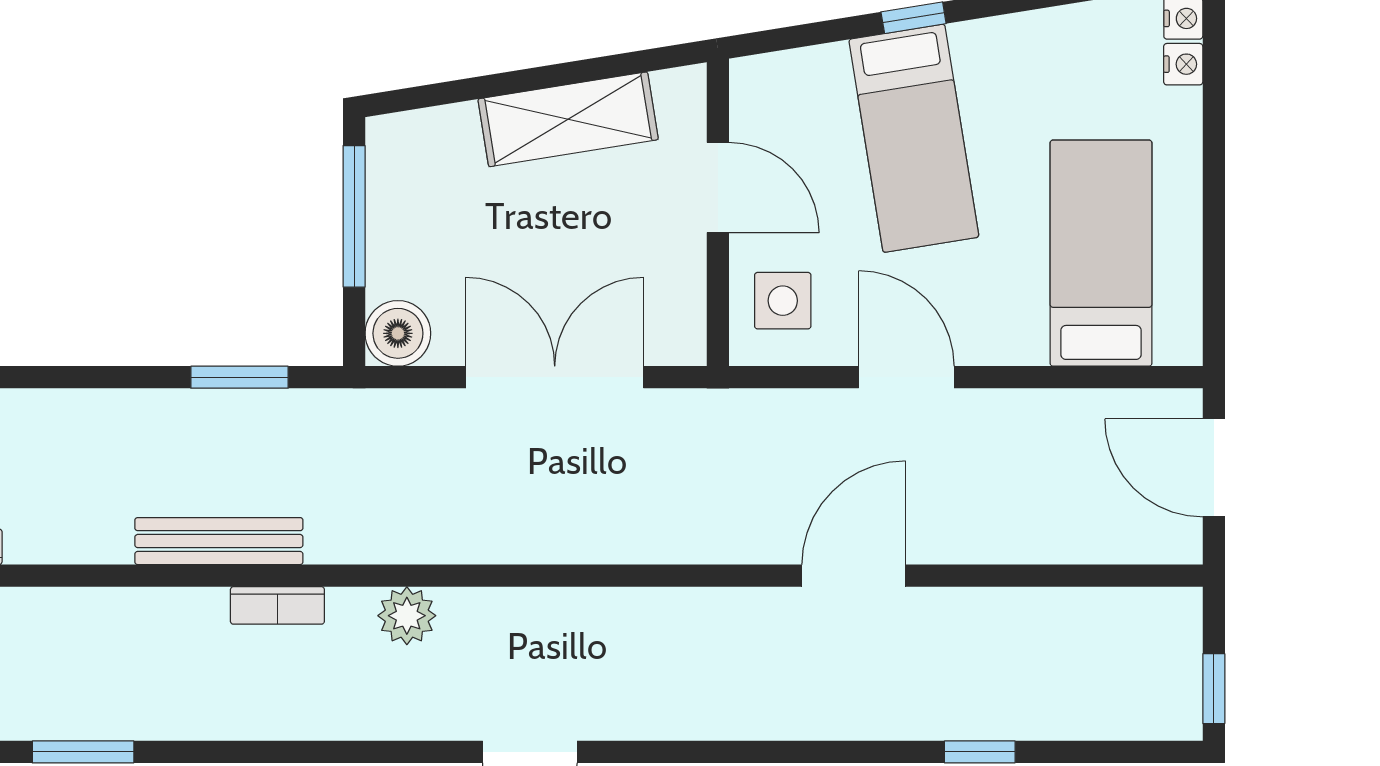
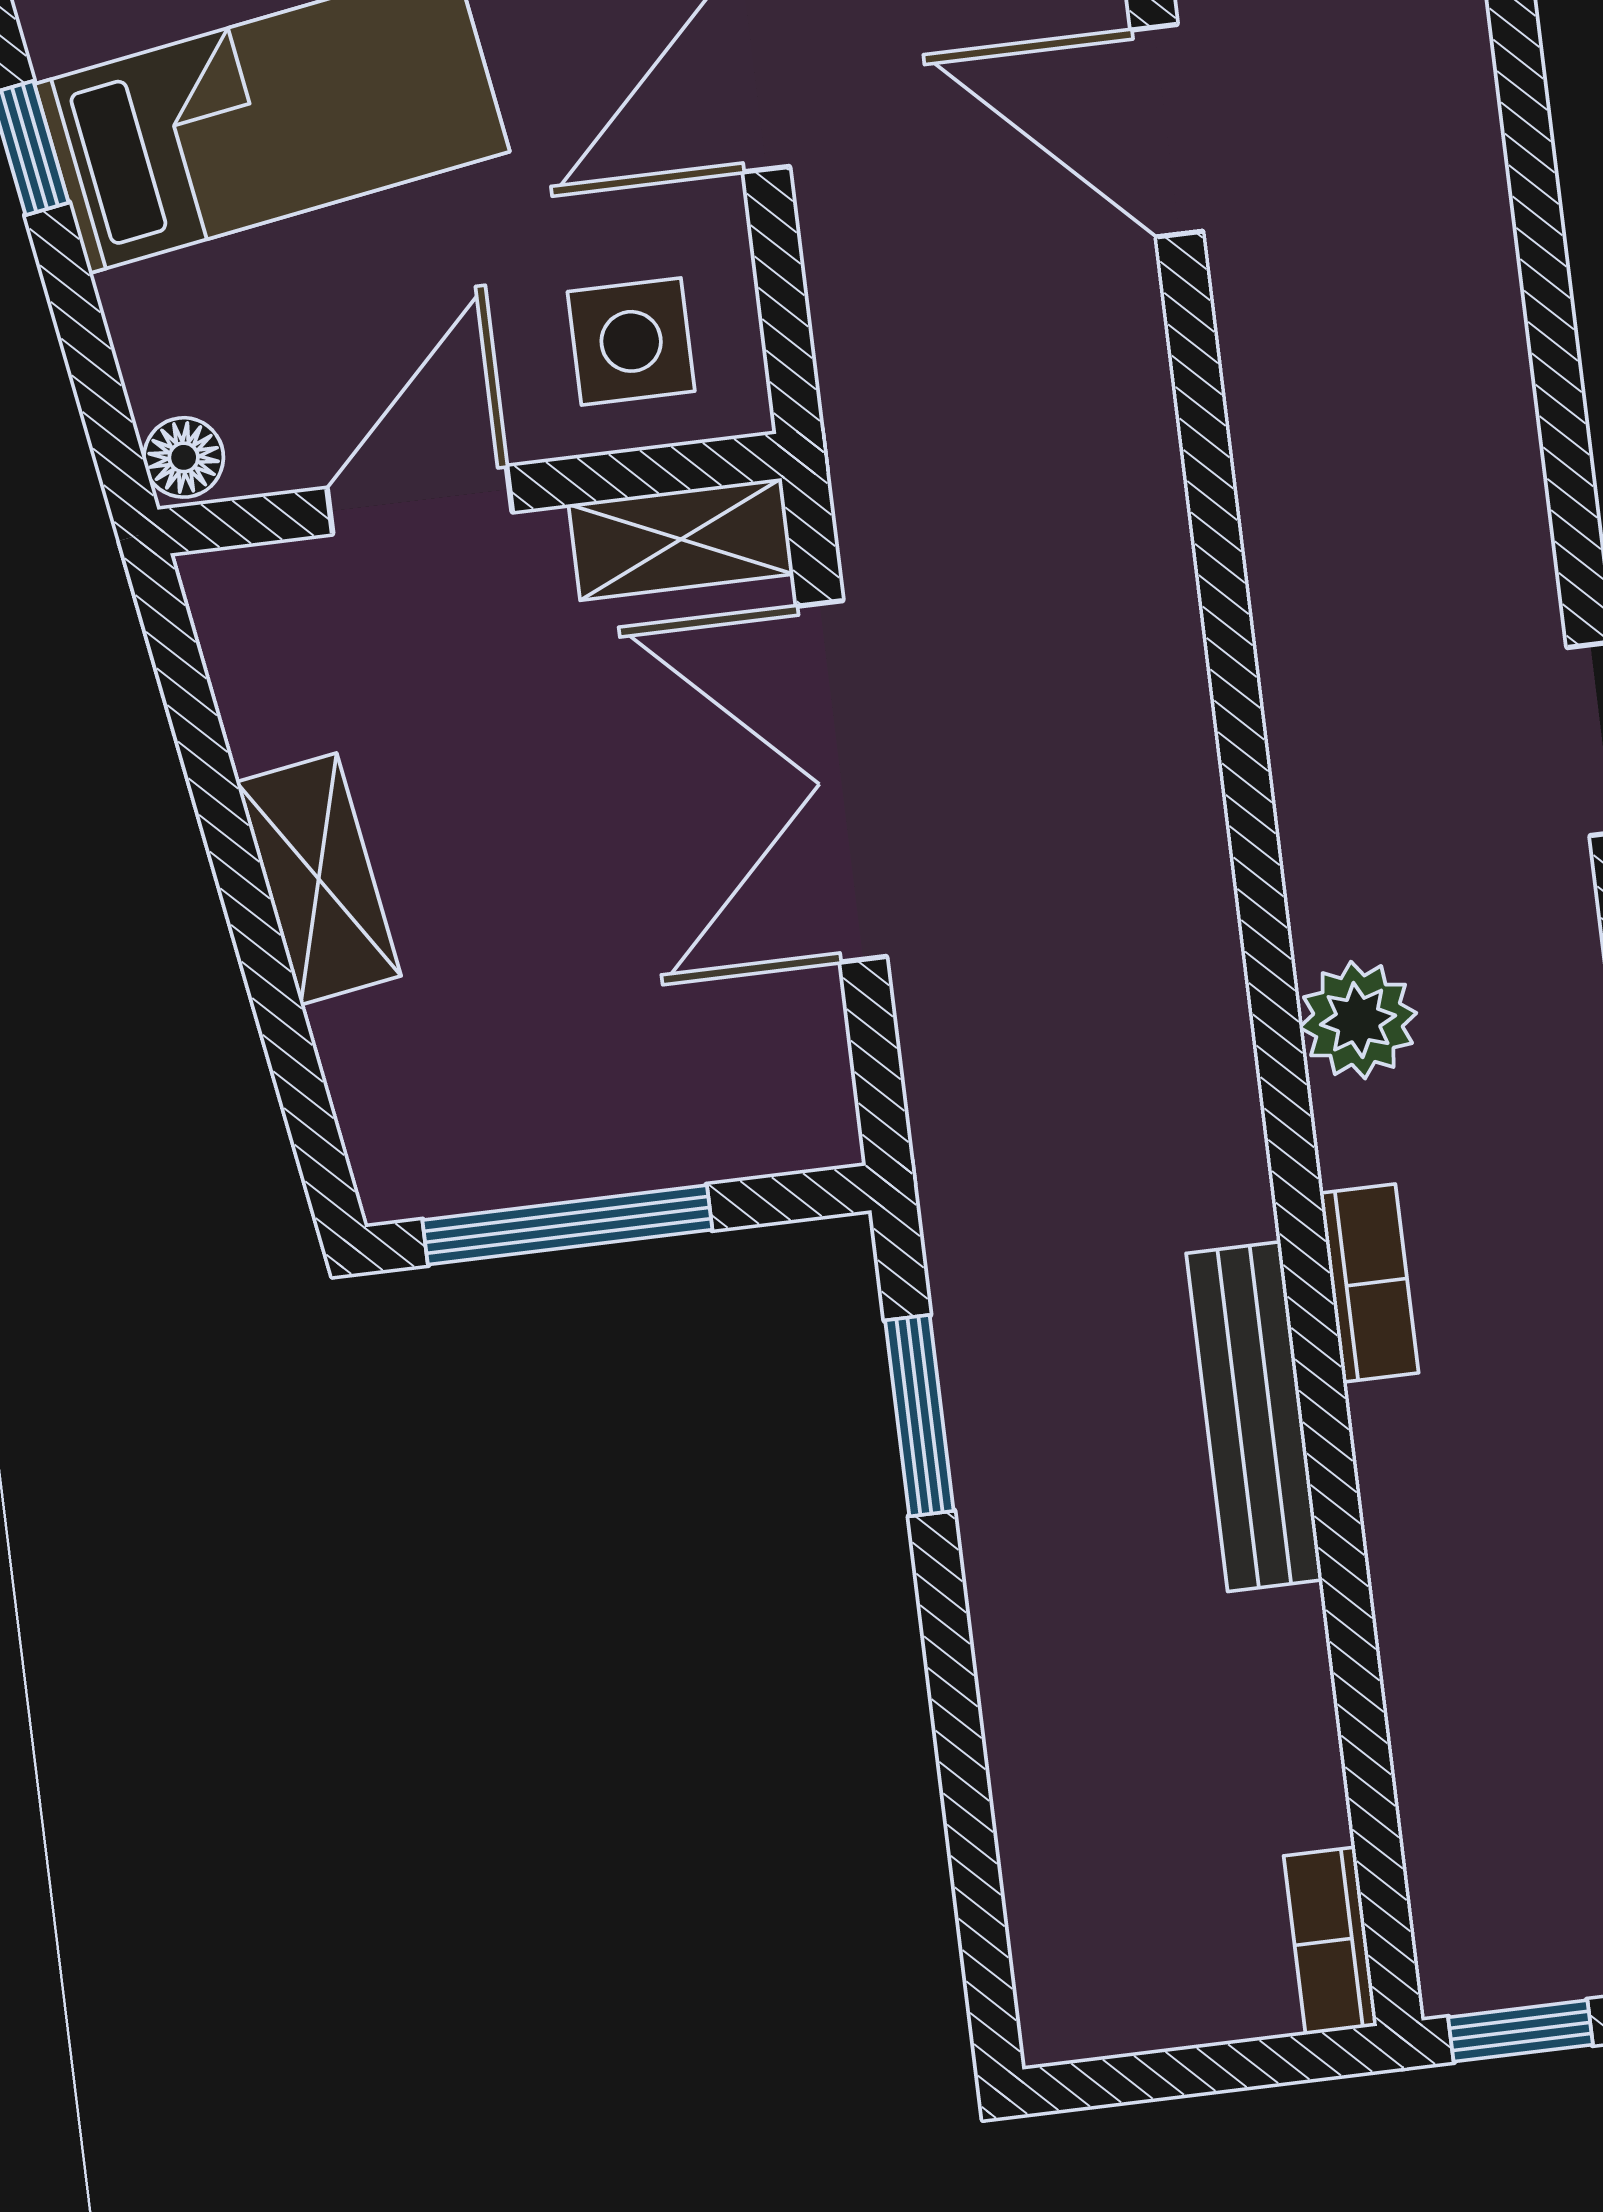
floor lamp: (753, 75) -> (184, 457), added
shelving: (568, 119) -> (319, 879), width x0.67, depth x0.75
shelving: (683, 313) -> (681, 539), added
boiler: (398, 333) -> (792, 1108), removed

